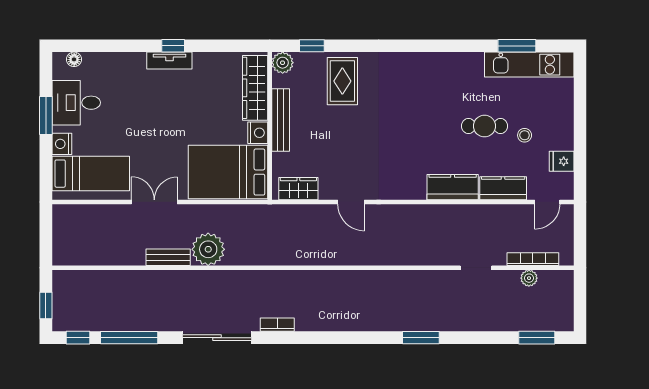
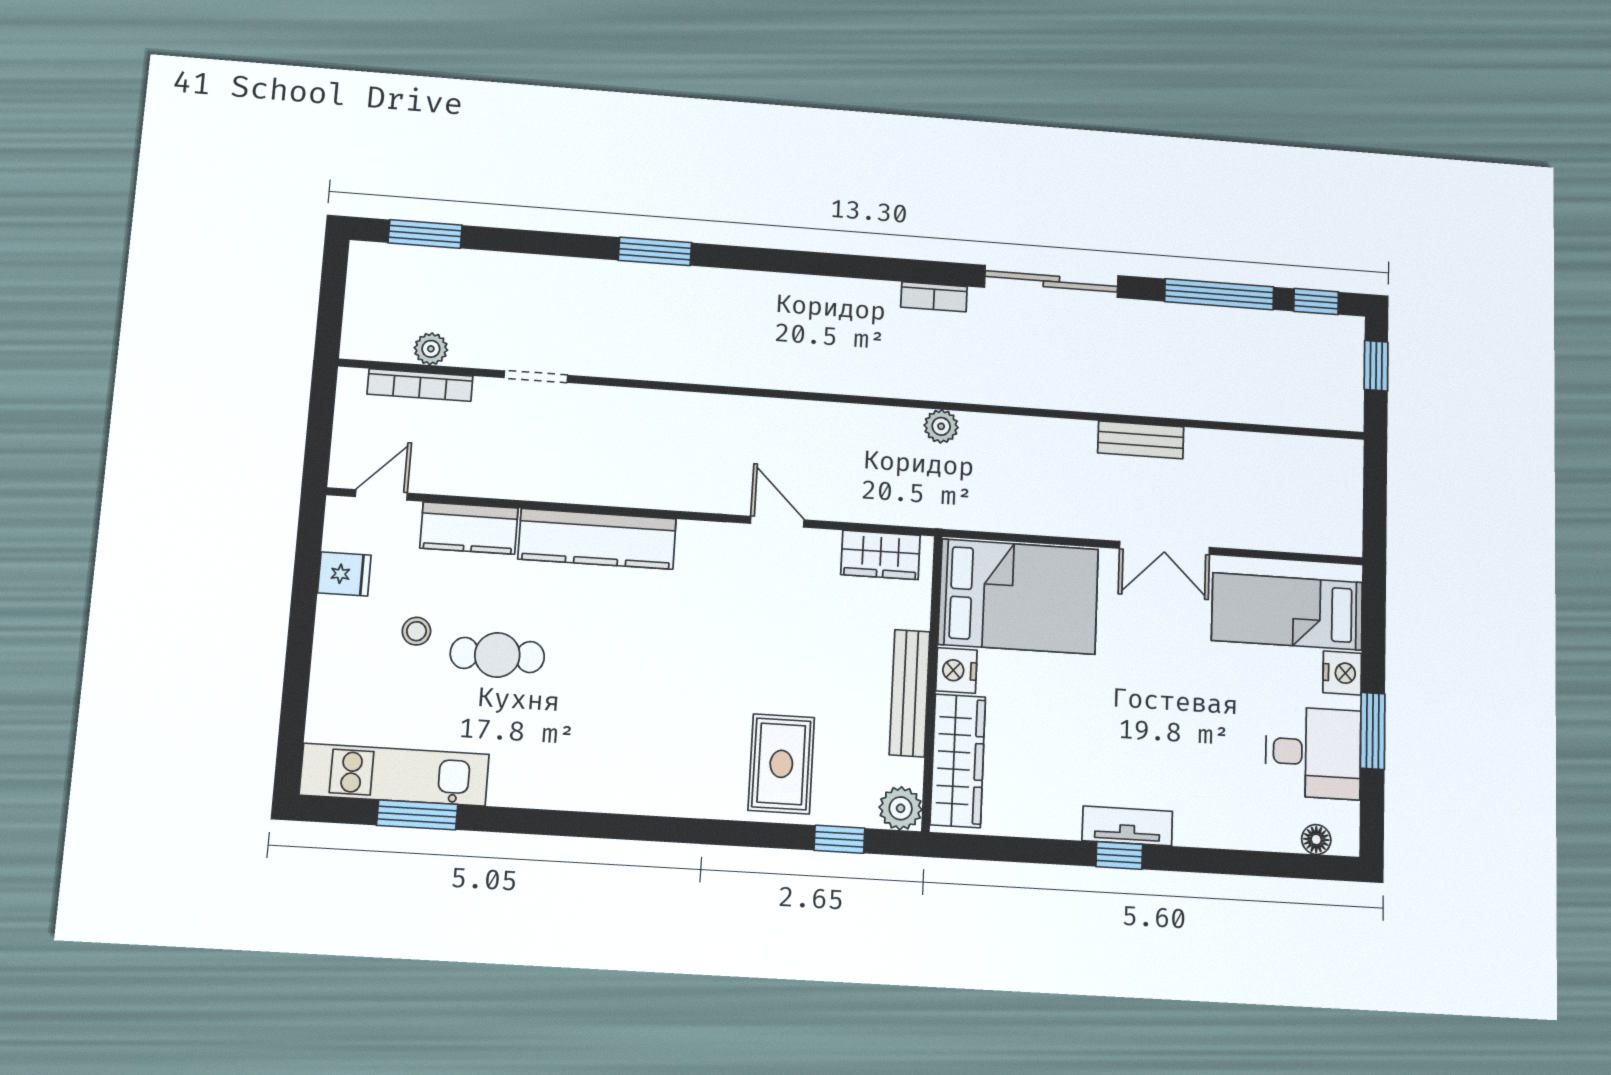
kitchen counter: (453, 187) -> (597, 539), width x1.50
plant: (208, 249) -> (941, 426), moved, width x0.53, depth x0.53

